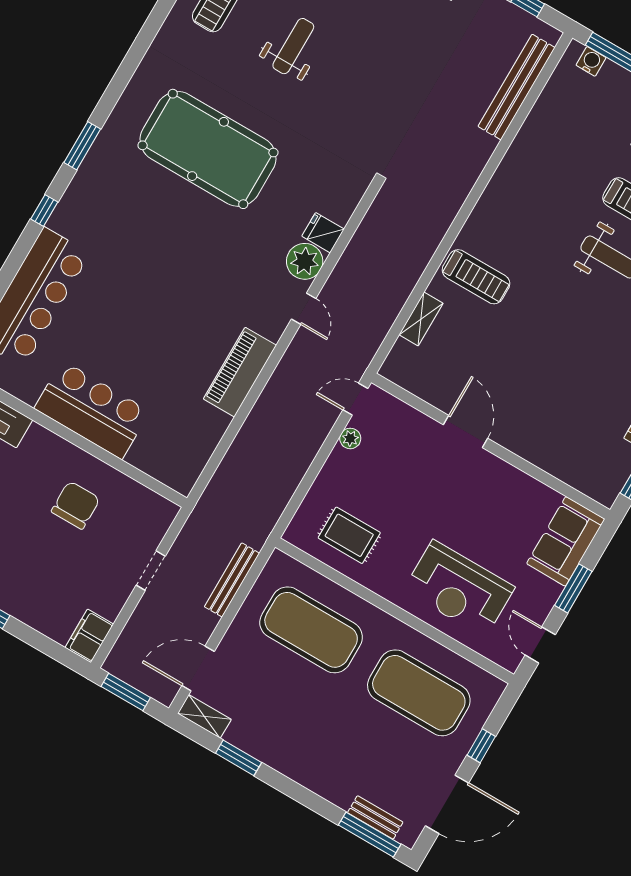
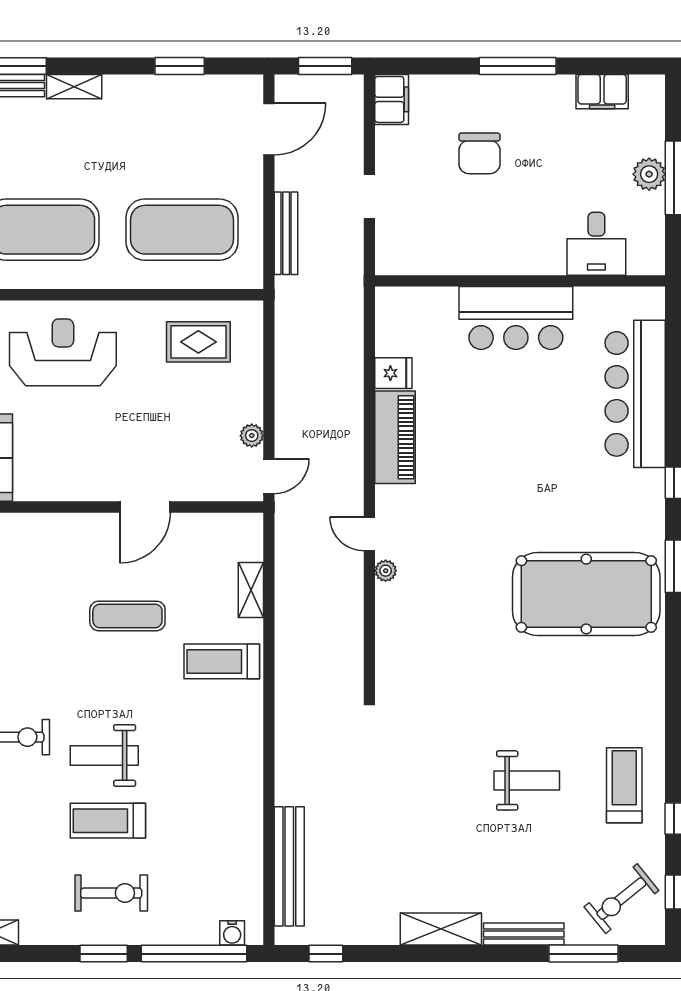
weight bench: (293, 46) -> (527, 780), turned -90
pool table: (208, 149) -> (586, 594), moved
fridge: (323, 233) -> (393, 373), moved
plant: (305, 261) -> (386, 571), width x0.53, depth x0.53
exercise mat: (529, 355) -> (127, 616), added
door: (466, 431) -> (145, 507), hinge flipped
chair: (76, 505) -> (479, 153), moved
shelving: (204, 716) -> (74, 87), moved

